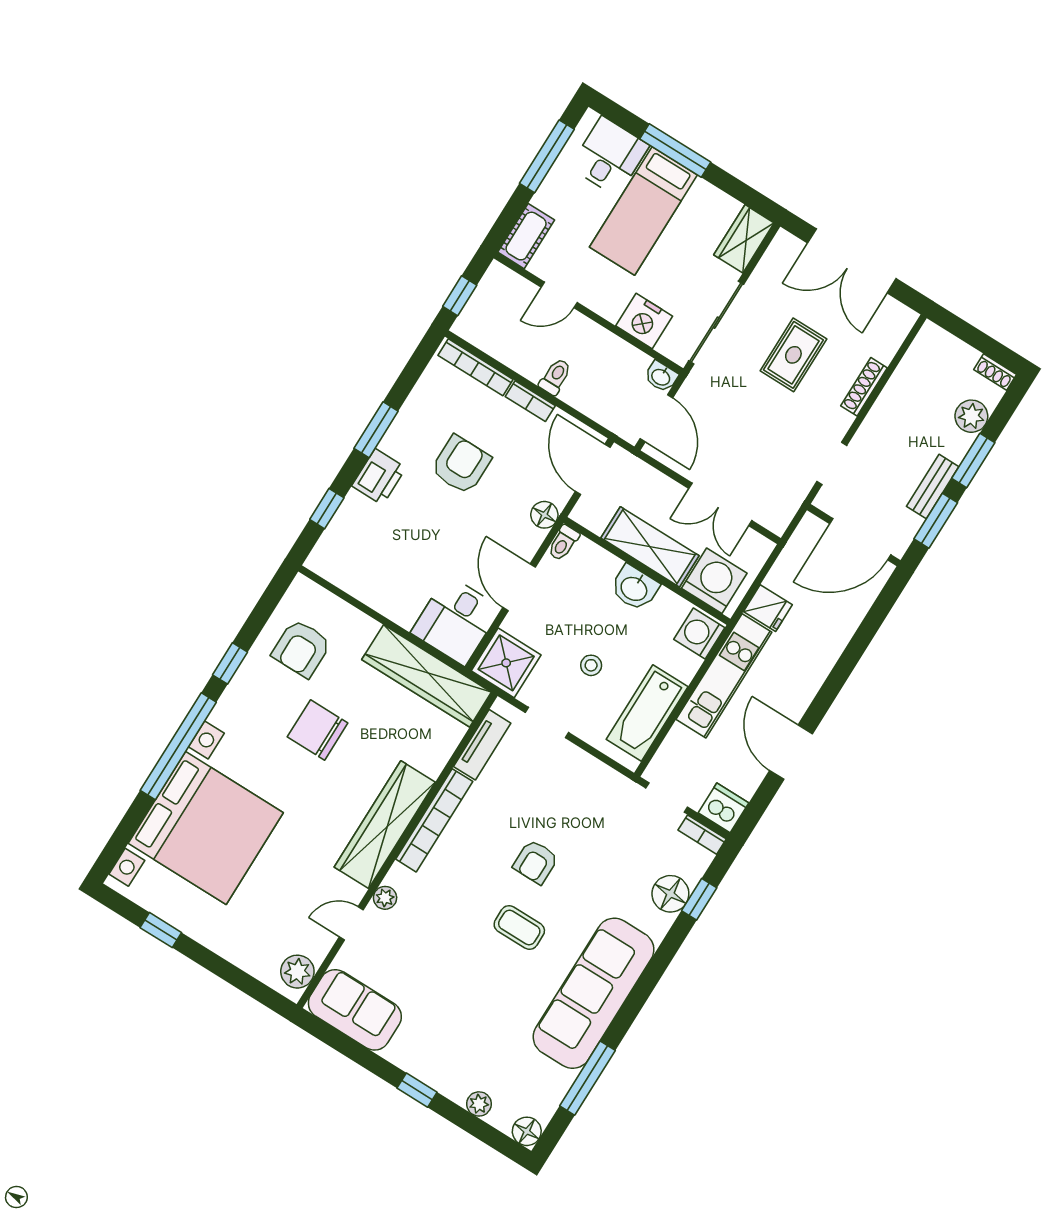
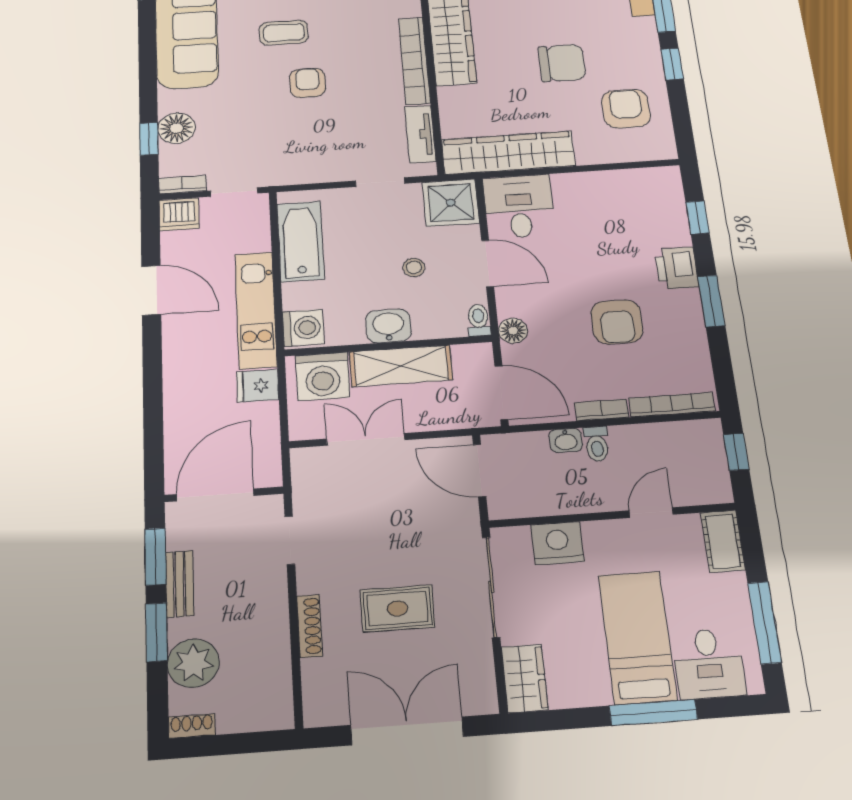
rug: (793, 355) -> (397, 608), turned 90
washbasin: (661, 377) -> (566, 440), moved, turned 180
plant: (971, 416) -> (193, 663), width x1.36, depth x1.36
stool: (591, 665) -> (414, 267), moved

